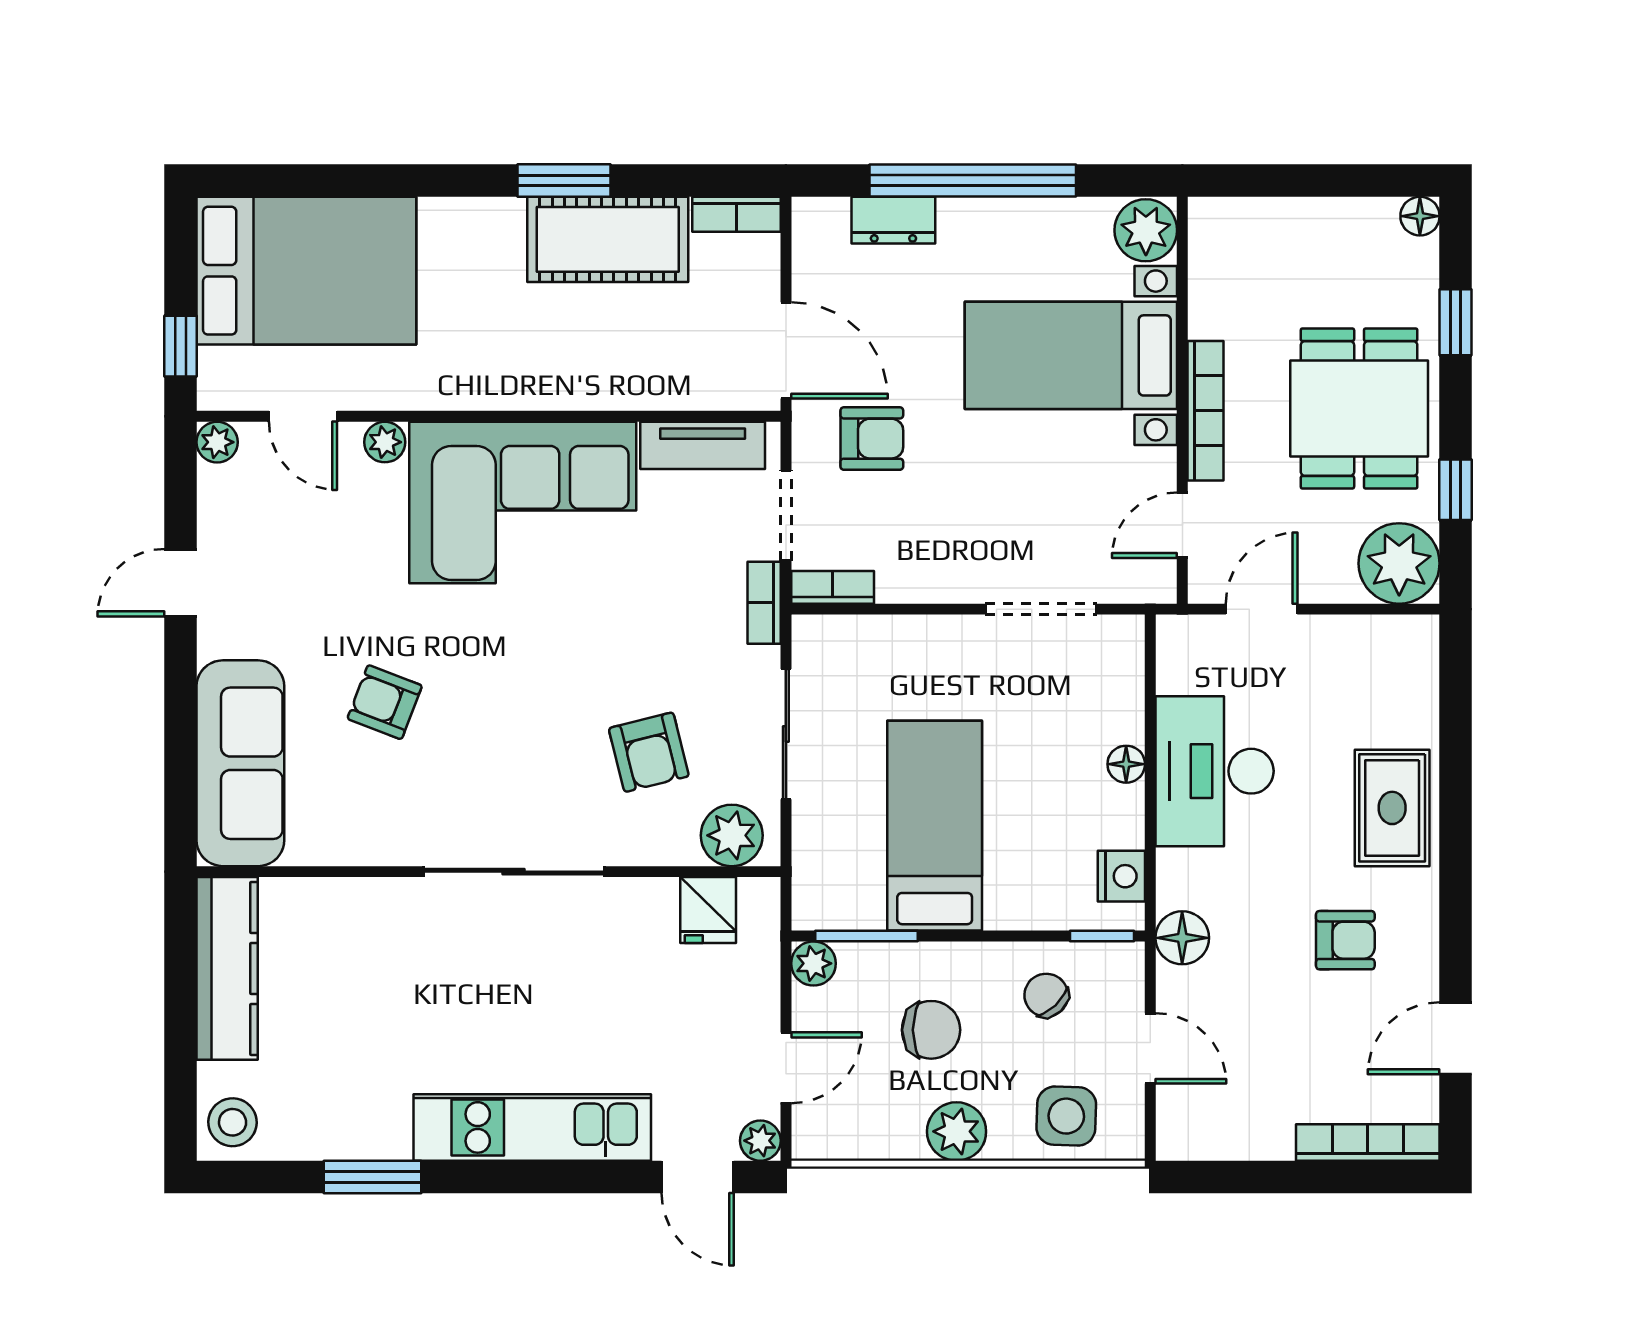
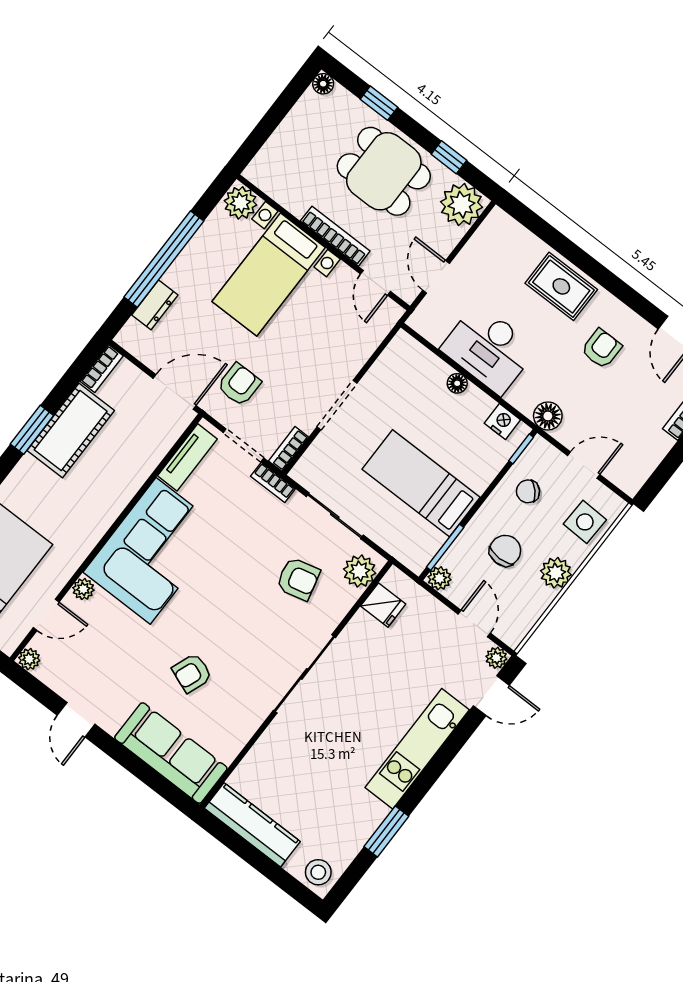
doorway: (1041, 609) -> (337, 405), moved

